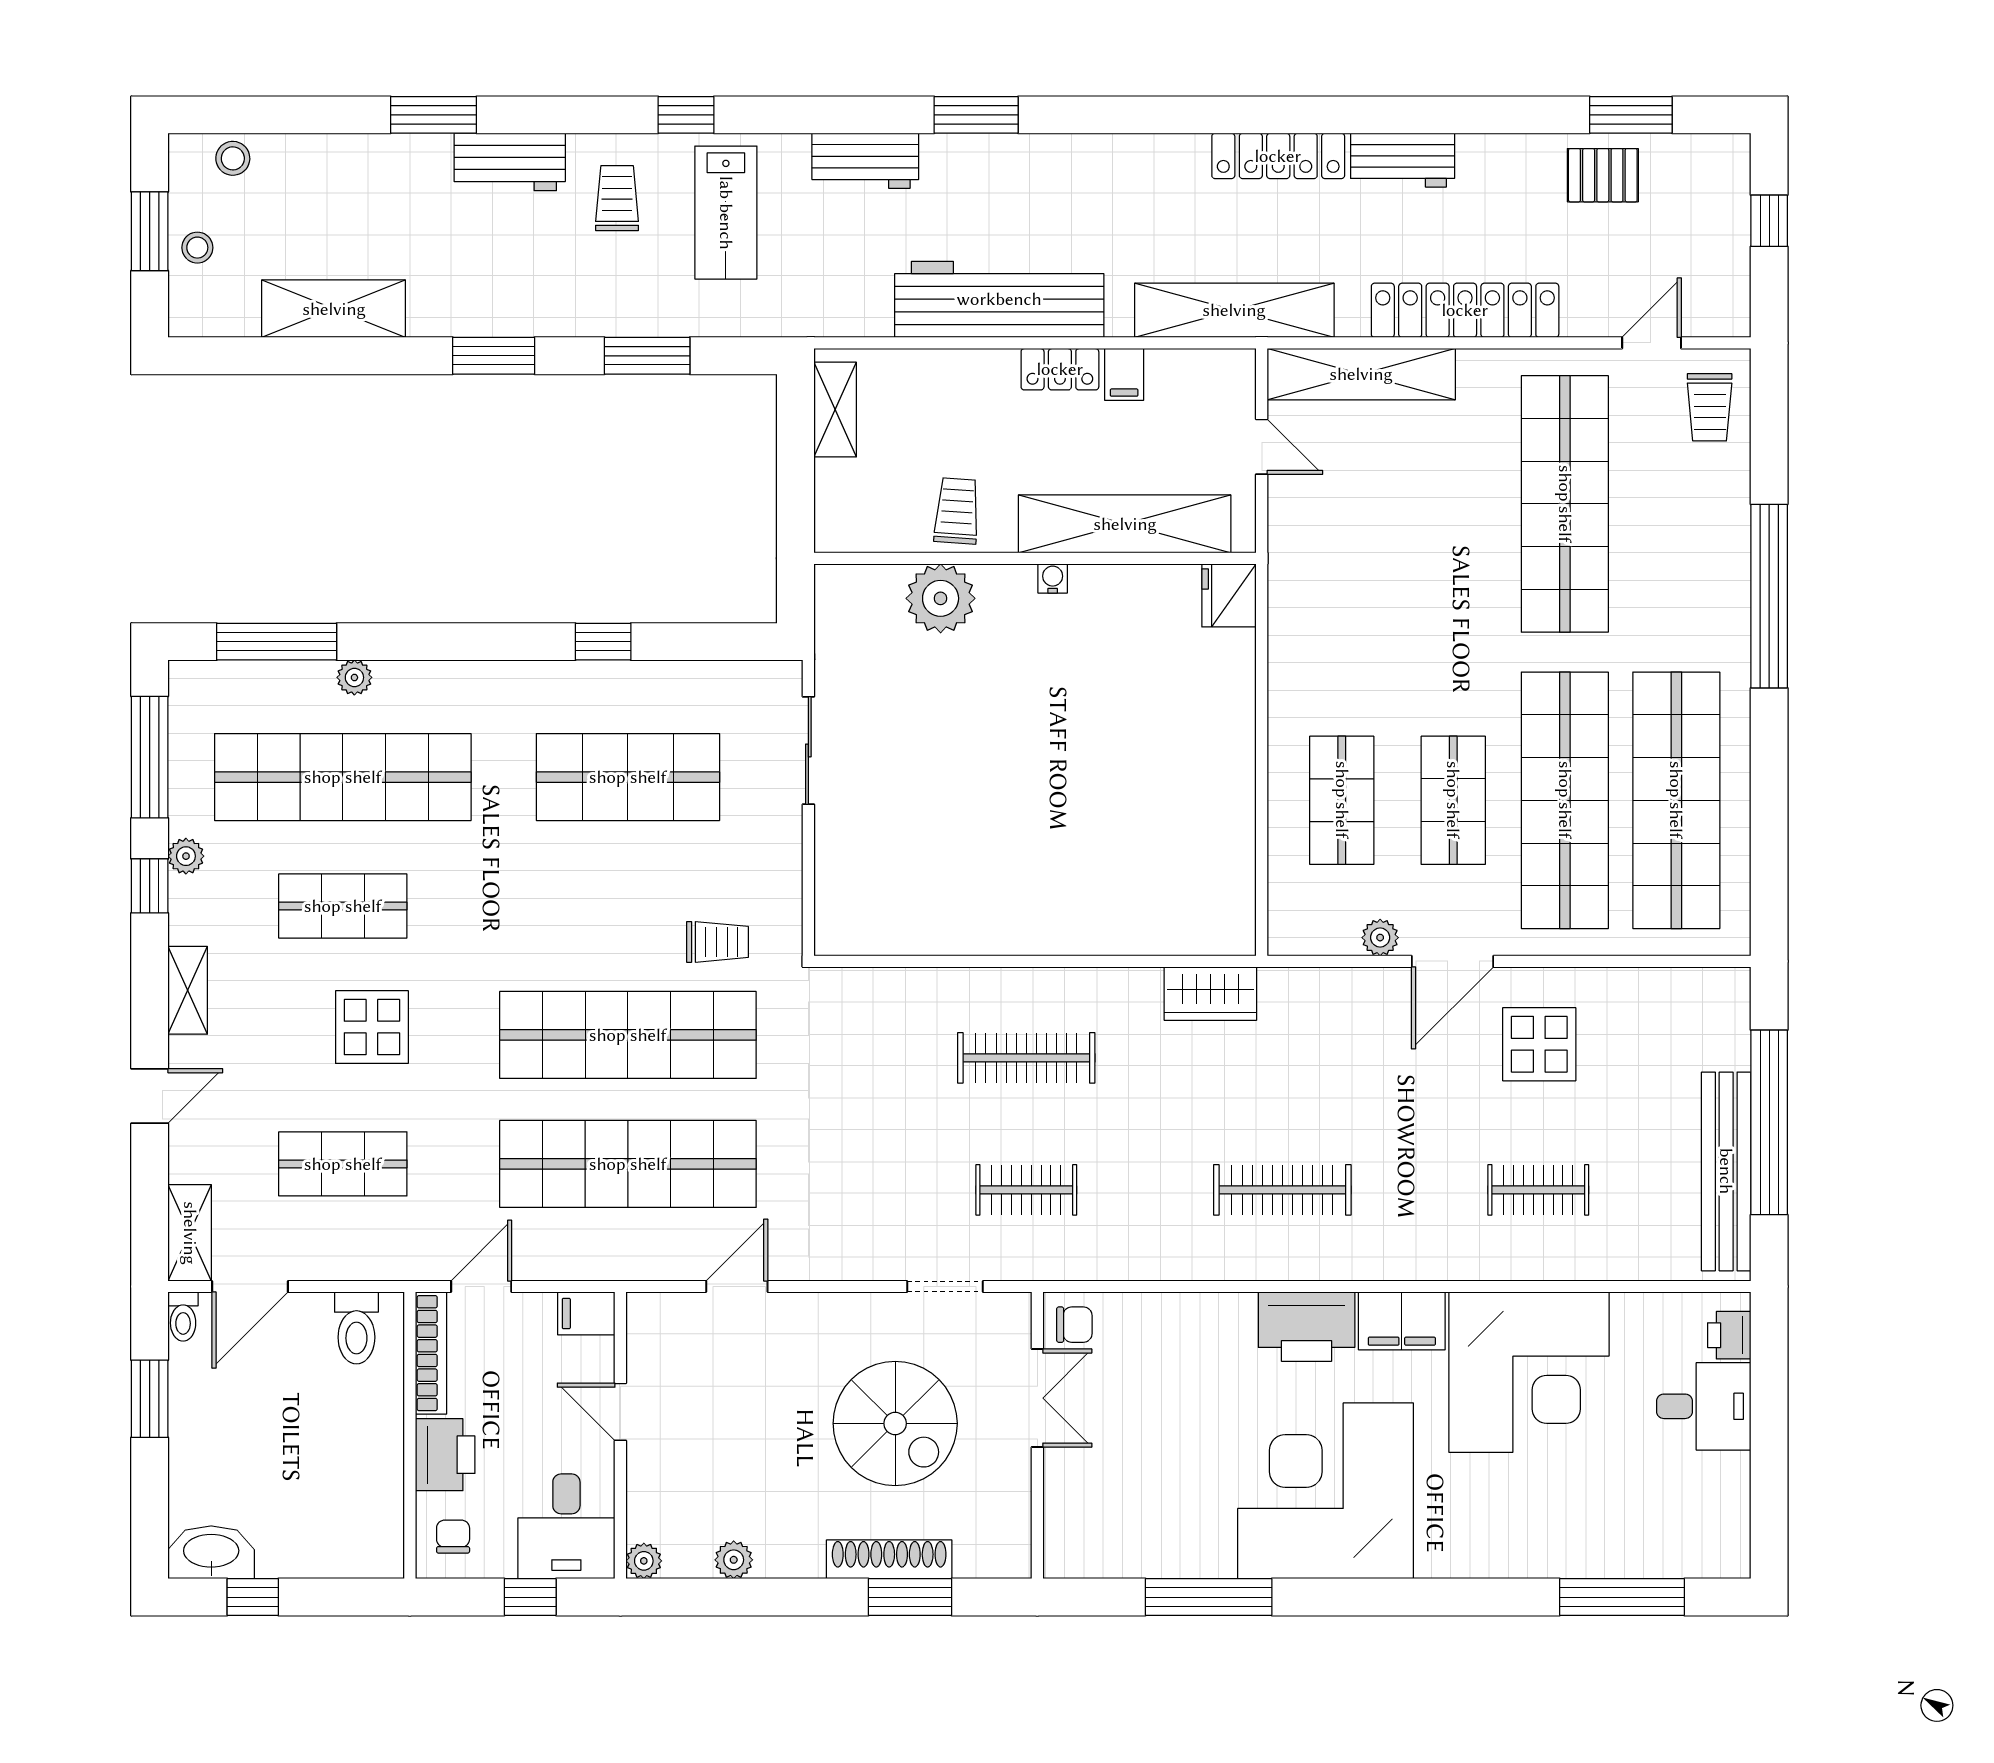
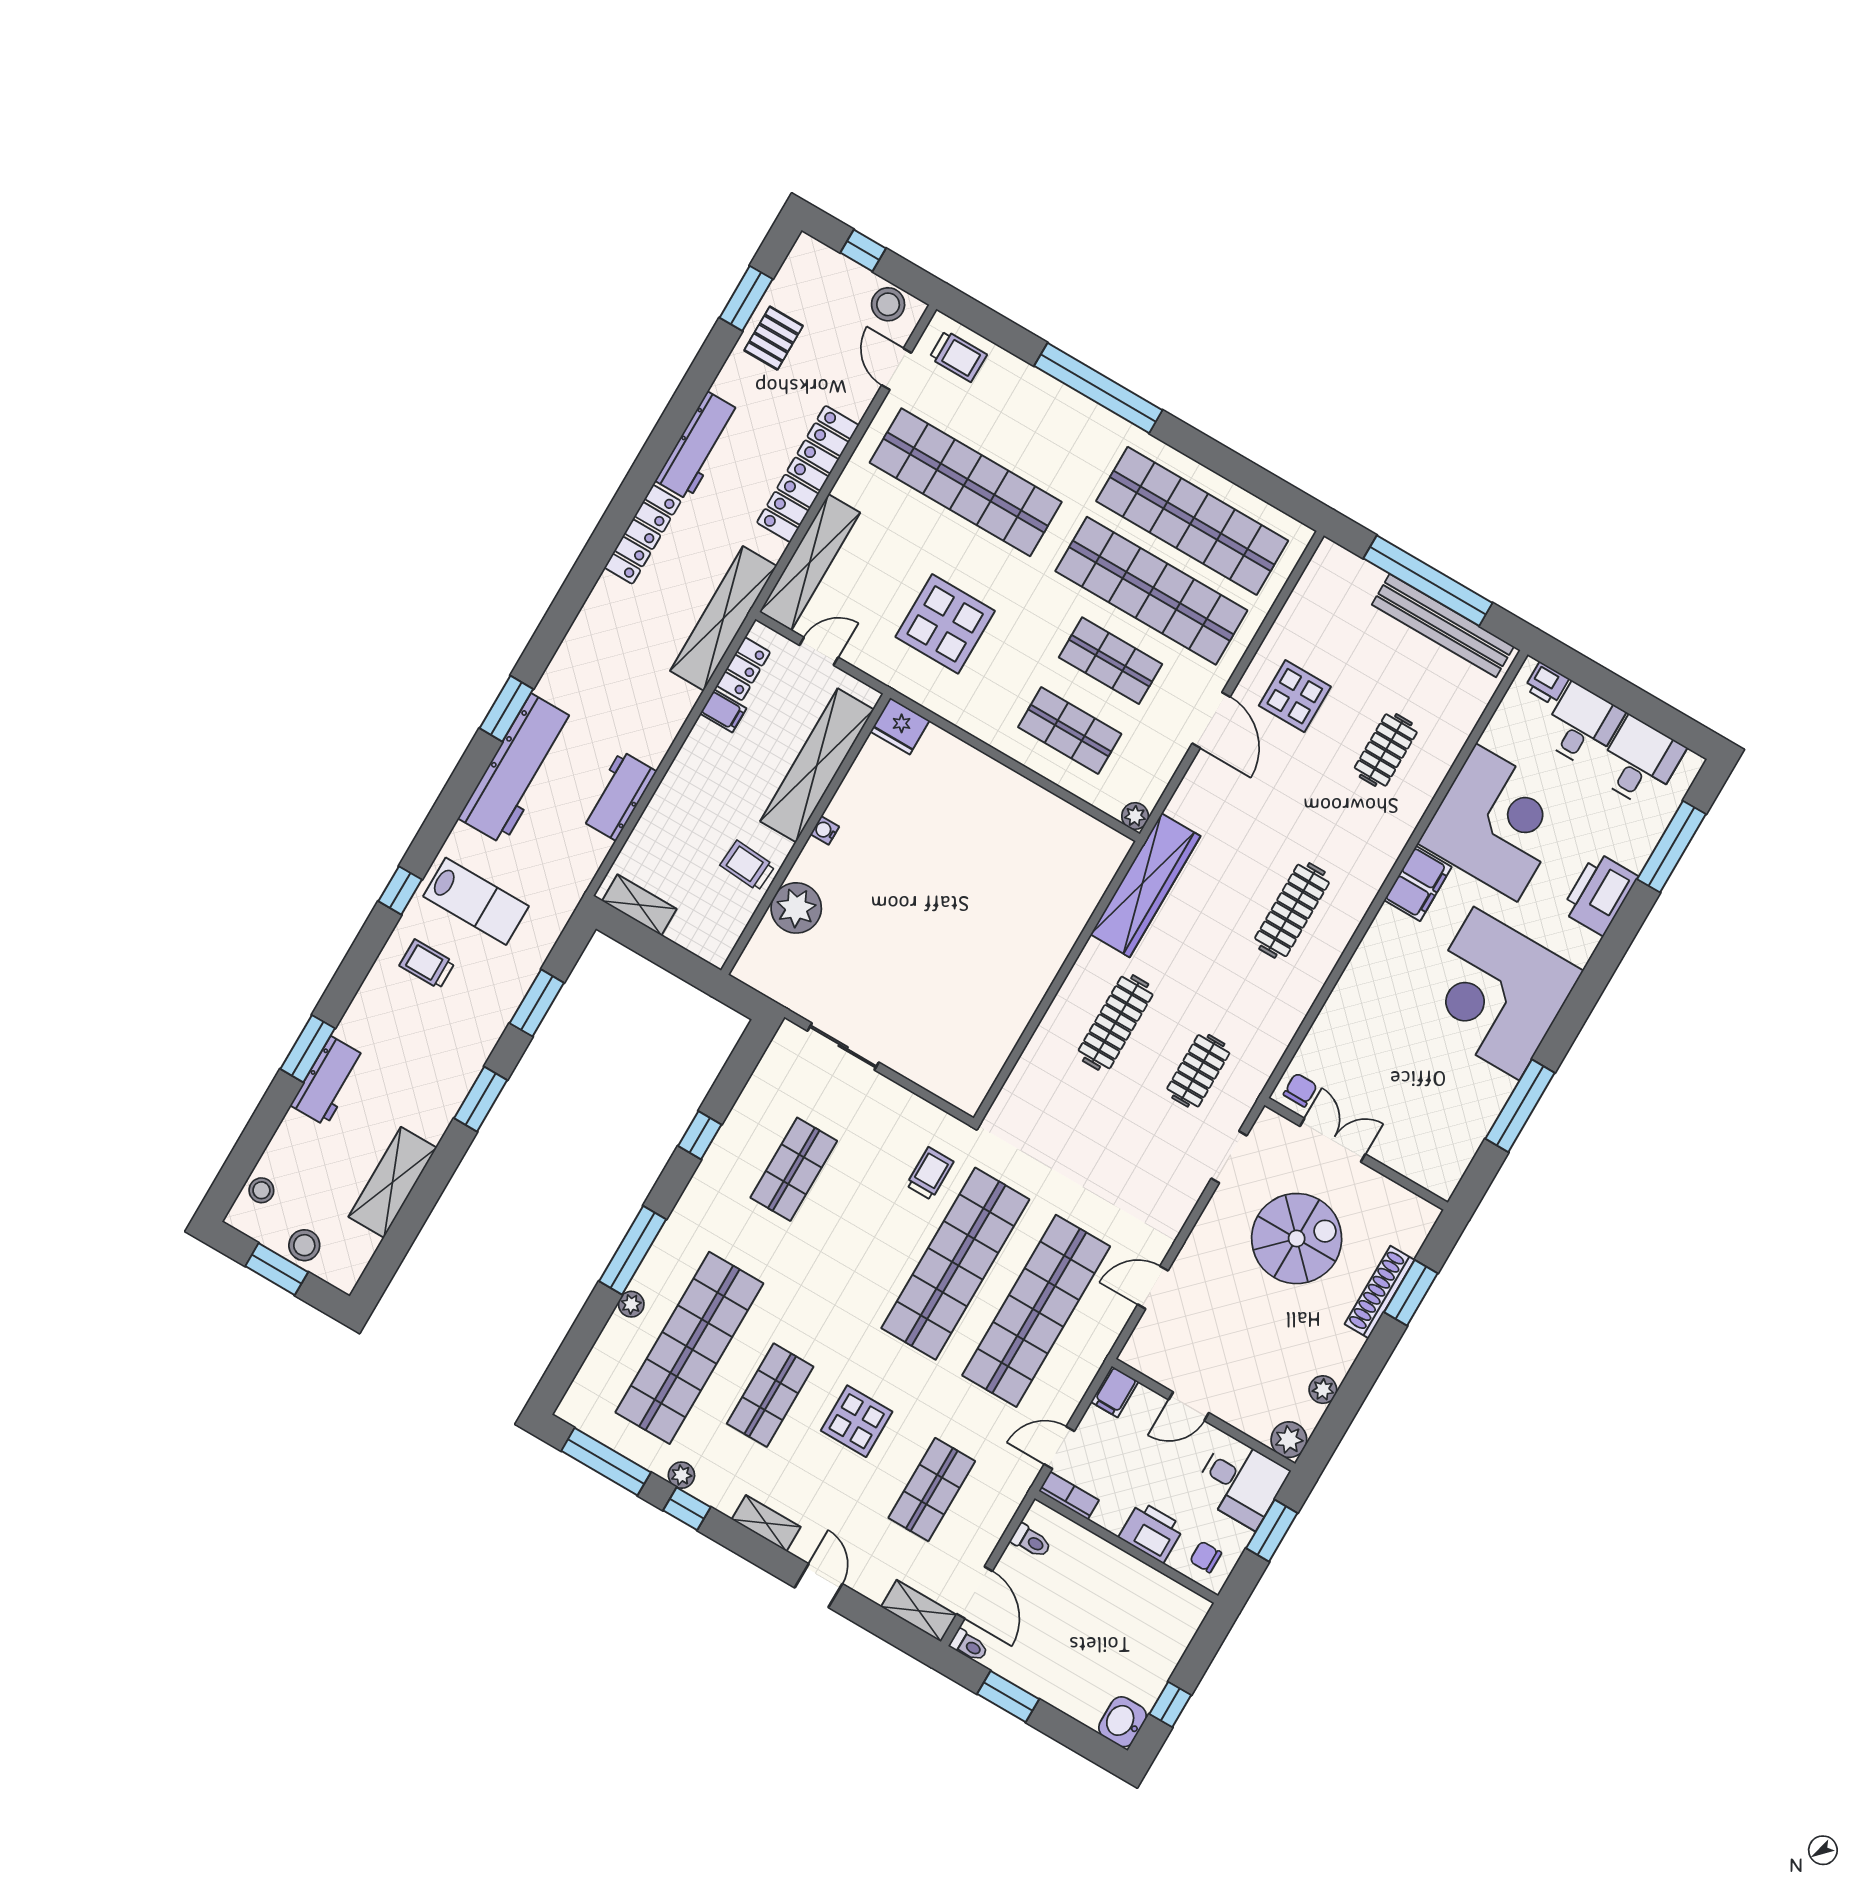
workbench: (1403, 160) -> (698, 446), width x1.37
workbench: (865, 161) -> (517, 769), width x1.88, depth x1.32
workbench: (510, 162) -> (328, 1081), moved
stool: (197, 248) -> (304, 1245), width x1.37, depth x1.37
stool: (1723, 288) -> (888, 304), added
workbench: (999, 299) -> (618, 796), width x0.53, depth x0.76
locker: (1060, 369) -> (743, 669), moved
display table: (1382, 578) -> (945, 624), added
window: (277, 642) -> (633, 1250), moved
shop shelf: (628, 777) -> (794, 1169), width x0.70, depth x0.74
plant: (1380, 938) -> (1135, 816), moved
wardrobe: (1210, 994) -> (1146, 885), width x2.10, depth x1.17
door: (481, 1287) -> (1059, 1448), hinge flipped
door: (737, 1287) -> (1153, 1288), hinge flipped
printer: (1307, 1327) -> (1599, 894), moved, turned 180
toilet: (356, 1328) -> (1031, 1541), width x0.73, depth x0.72
bookcase: (431, 1353) -> (1069, 1496), width x0.64
desk: (1700, 1501) -> (1640, 762), added
washbasin: (211, 1552) -> (1123, 1722), width x0.72
plant: (644, 1561) -> (1289, 1440), width x1.38, depth x1.38
window: (530, 1597) -> (1272, 1531), width x1.50

